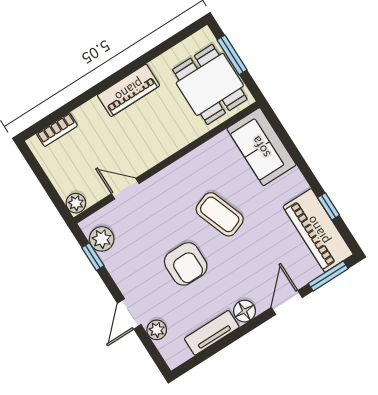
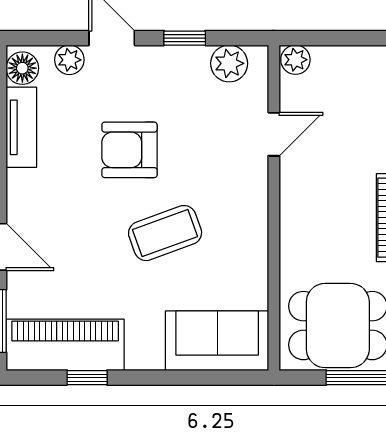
window: (93, 257) -> (185, 38), moved
floor lamp: (244, 311) -> (22, 68), moved

